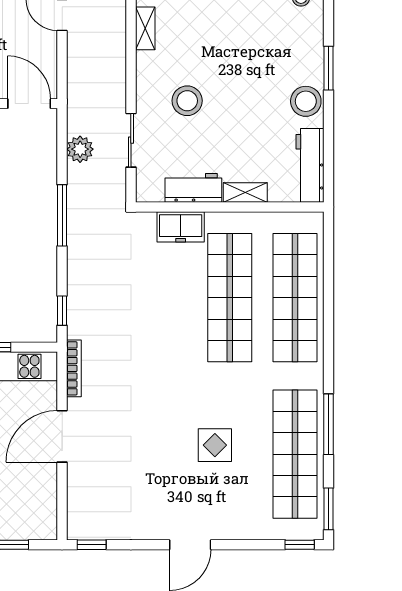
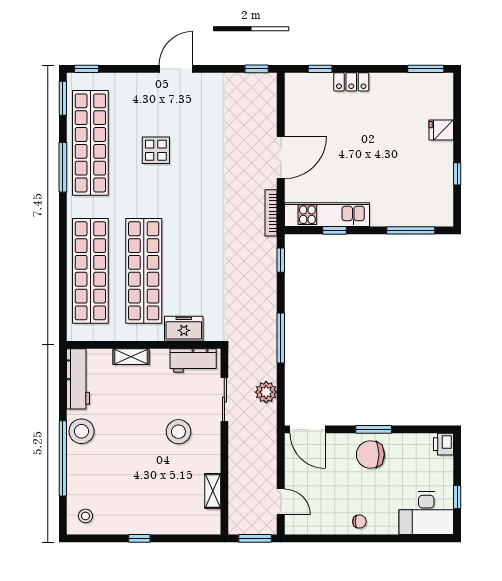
window: (329, 68) -> (63, 458), width x2.11
workbench: (193, 188) -> (193, 361), moved

